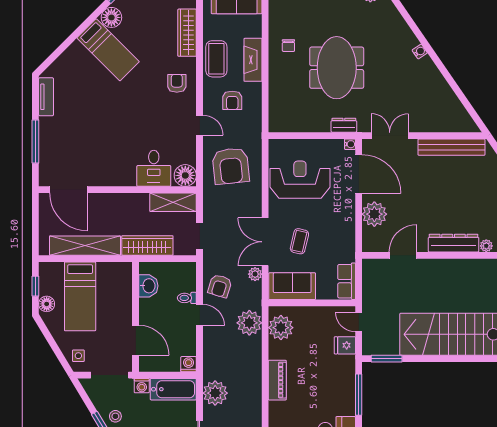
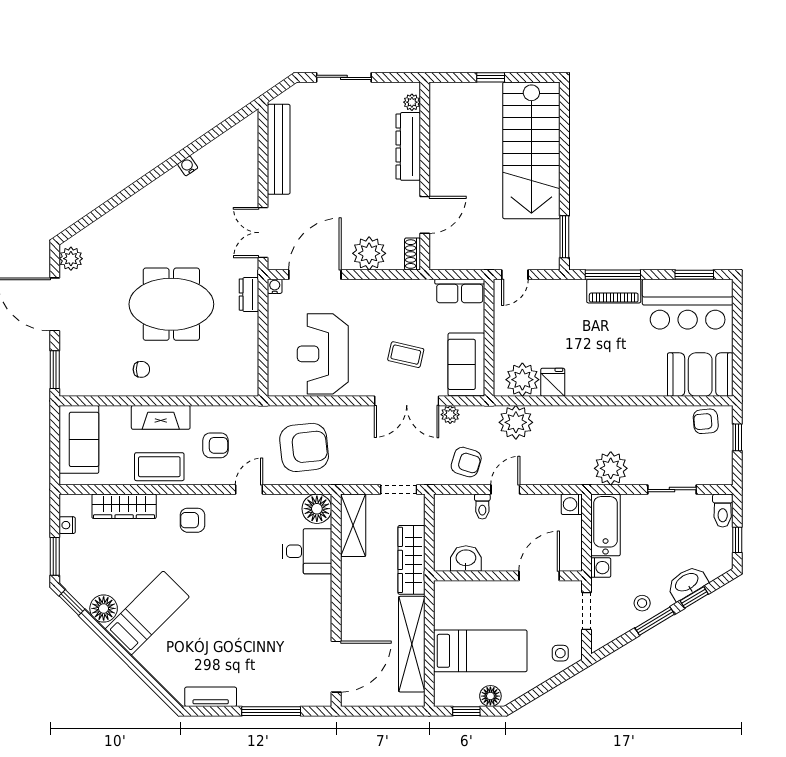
water cooler: (420, 52) -> (188, 166), moved
shoe rack: (374, 246) -> (412, 254), added
door: (403, 255) -> (425, 215), swing flipped
fridge: (345, 345) -> (553, 382), moved, turned 180
doorway: (110, 375) -> (587, 611), width x0.73
piano: (277, 380) -> (614, 291), moved, turned 180

